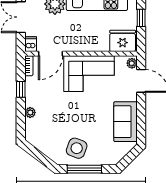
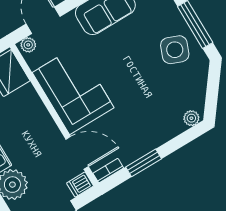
window: (21, 89) -> (144, 163), width x1.50
plant: (30, 112) -> (191, 118), moved

